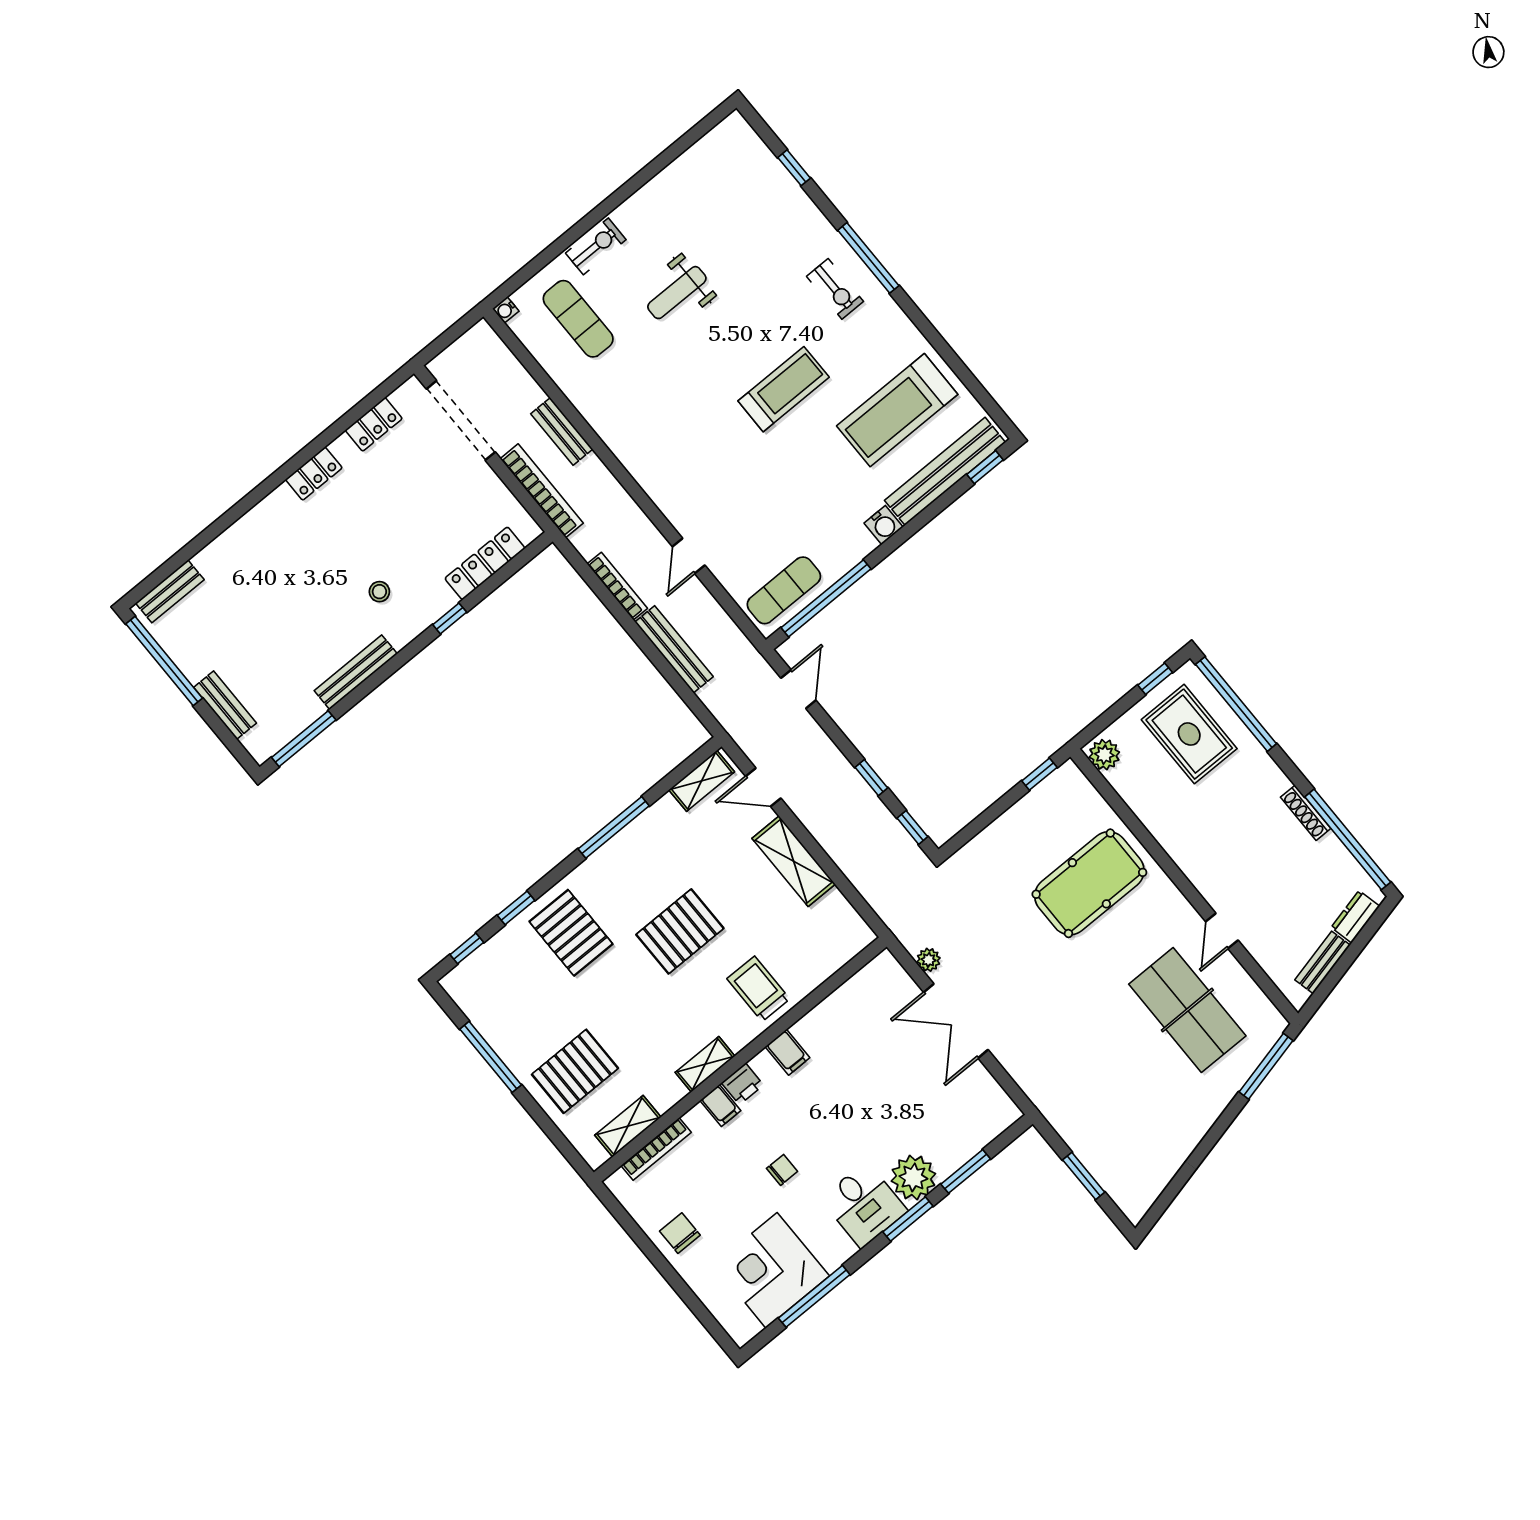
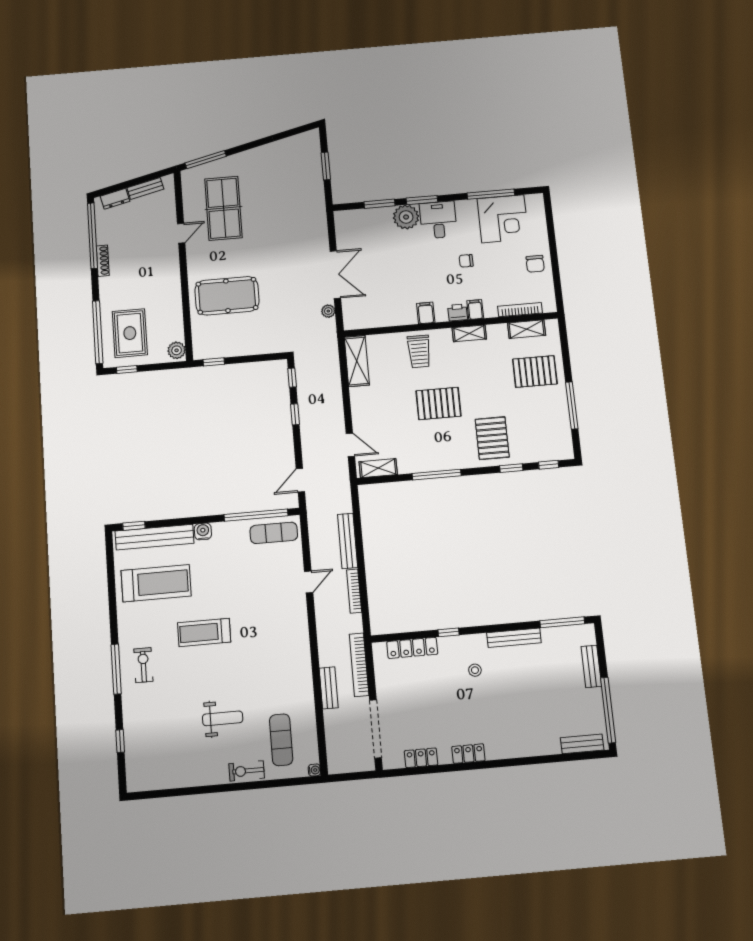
shelving: (794, 861) -> (357, 361), moved

